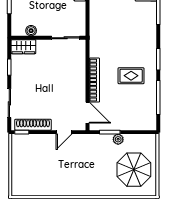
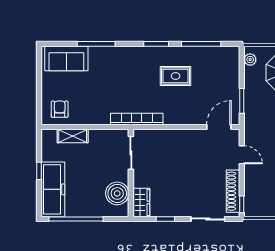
boiler: (31, 31) -> (117, 193), width x1.86, depth x1.86
rug: (131, 76) -> (176, 76), turned 90
bookcase: (94, 80) -> (137, 119), moved
plant: (118, 139) -> (250, 60), moved

